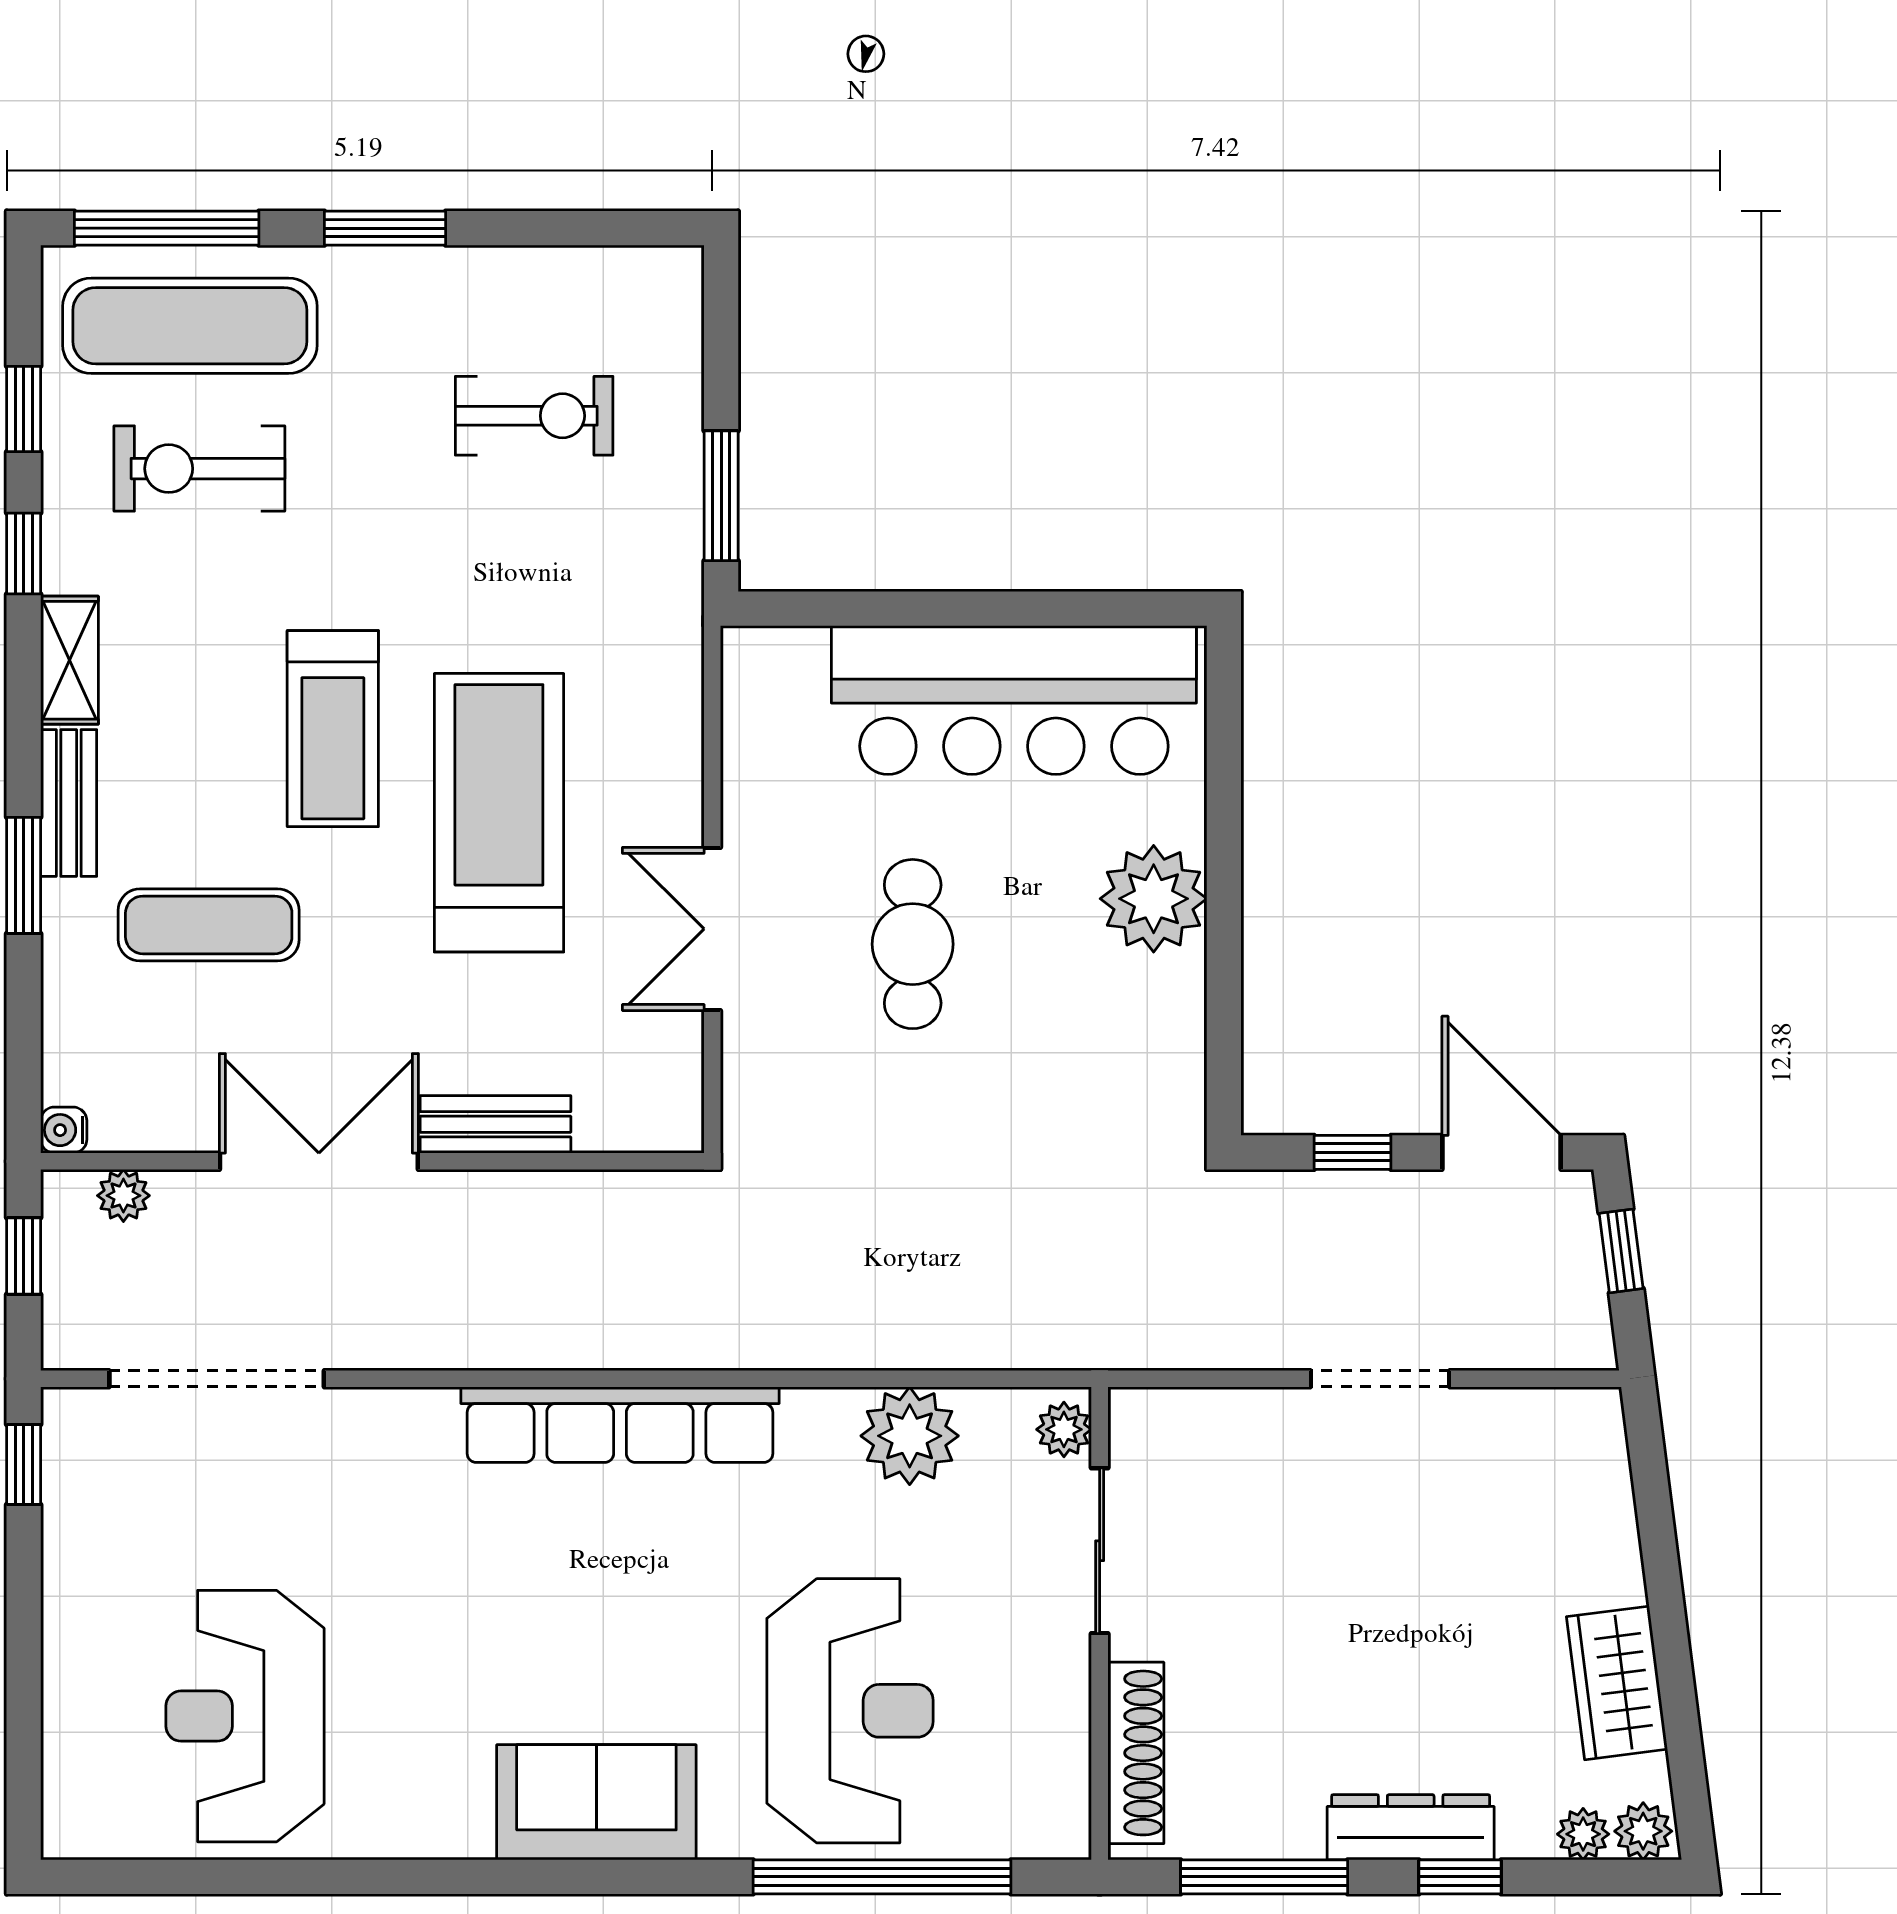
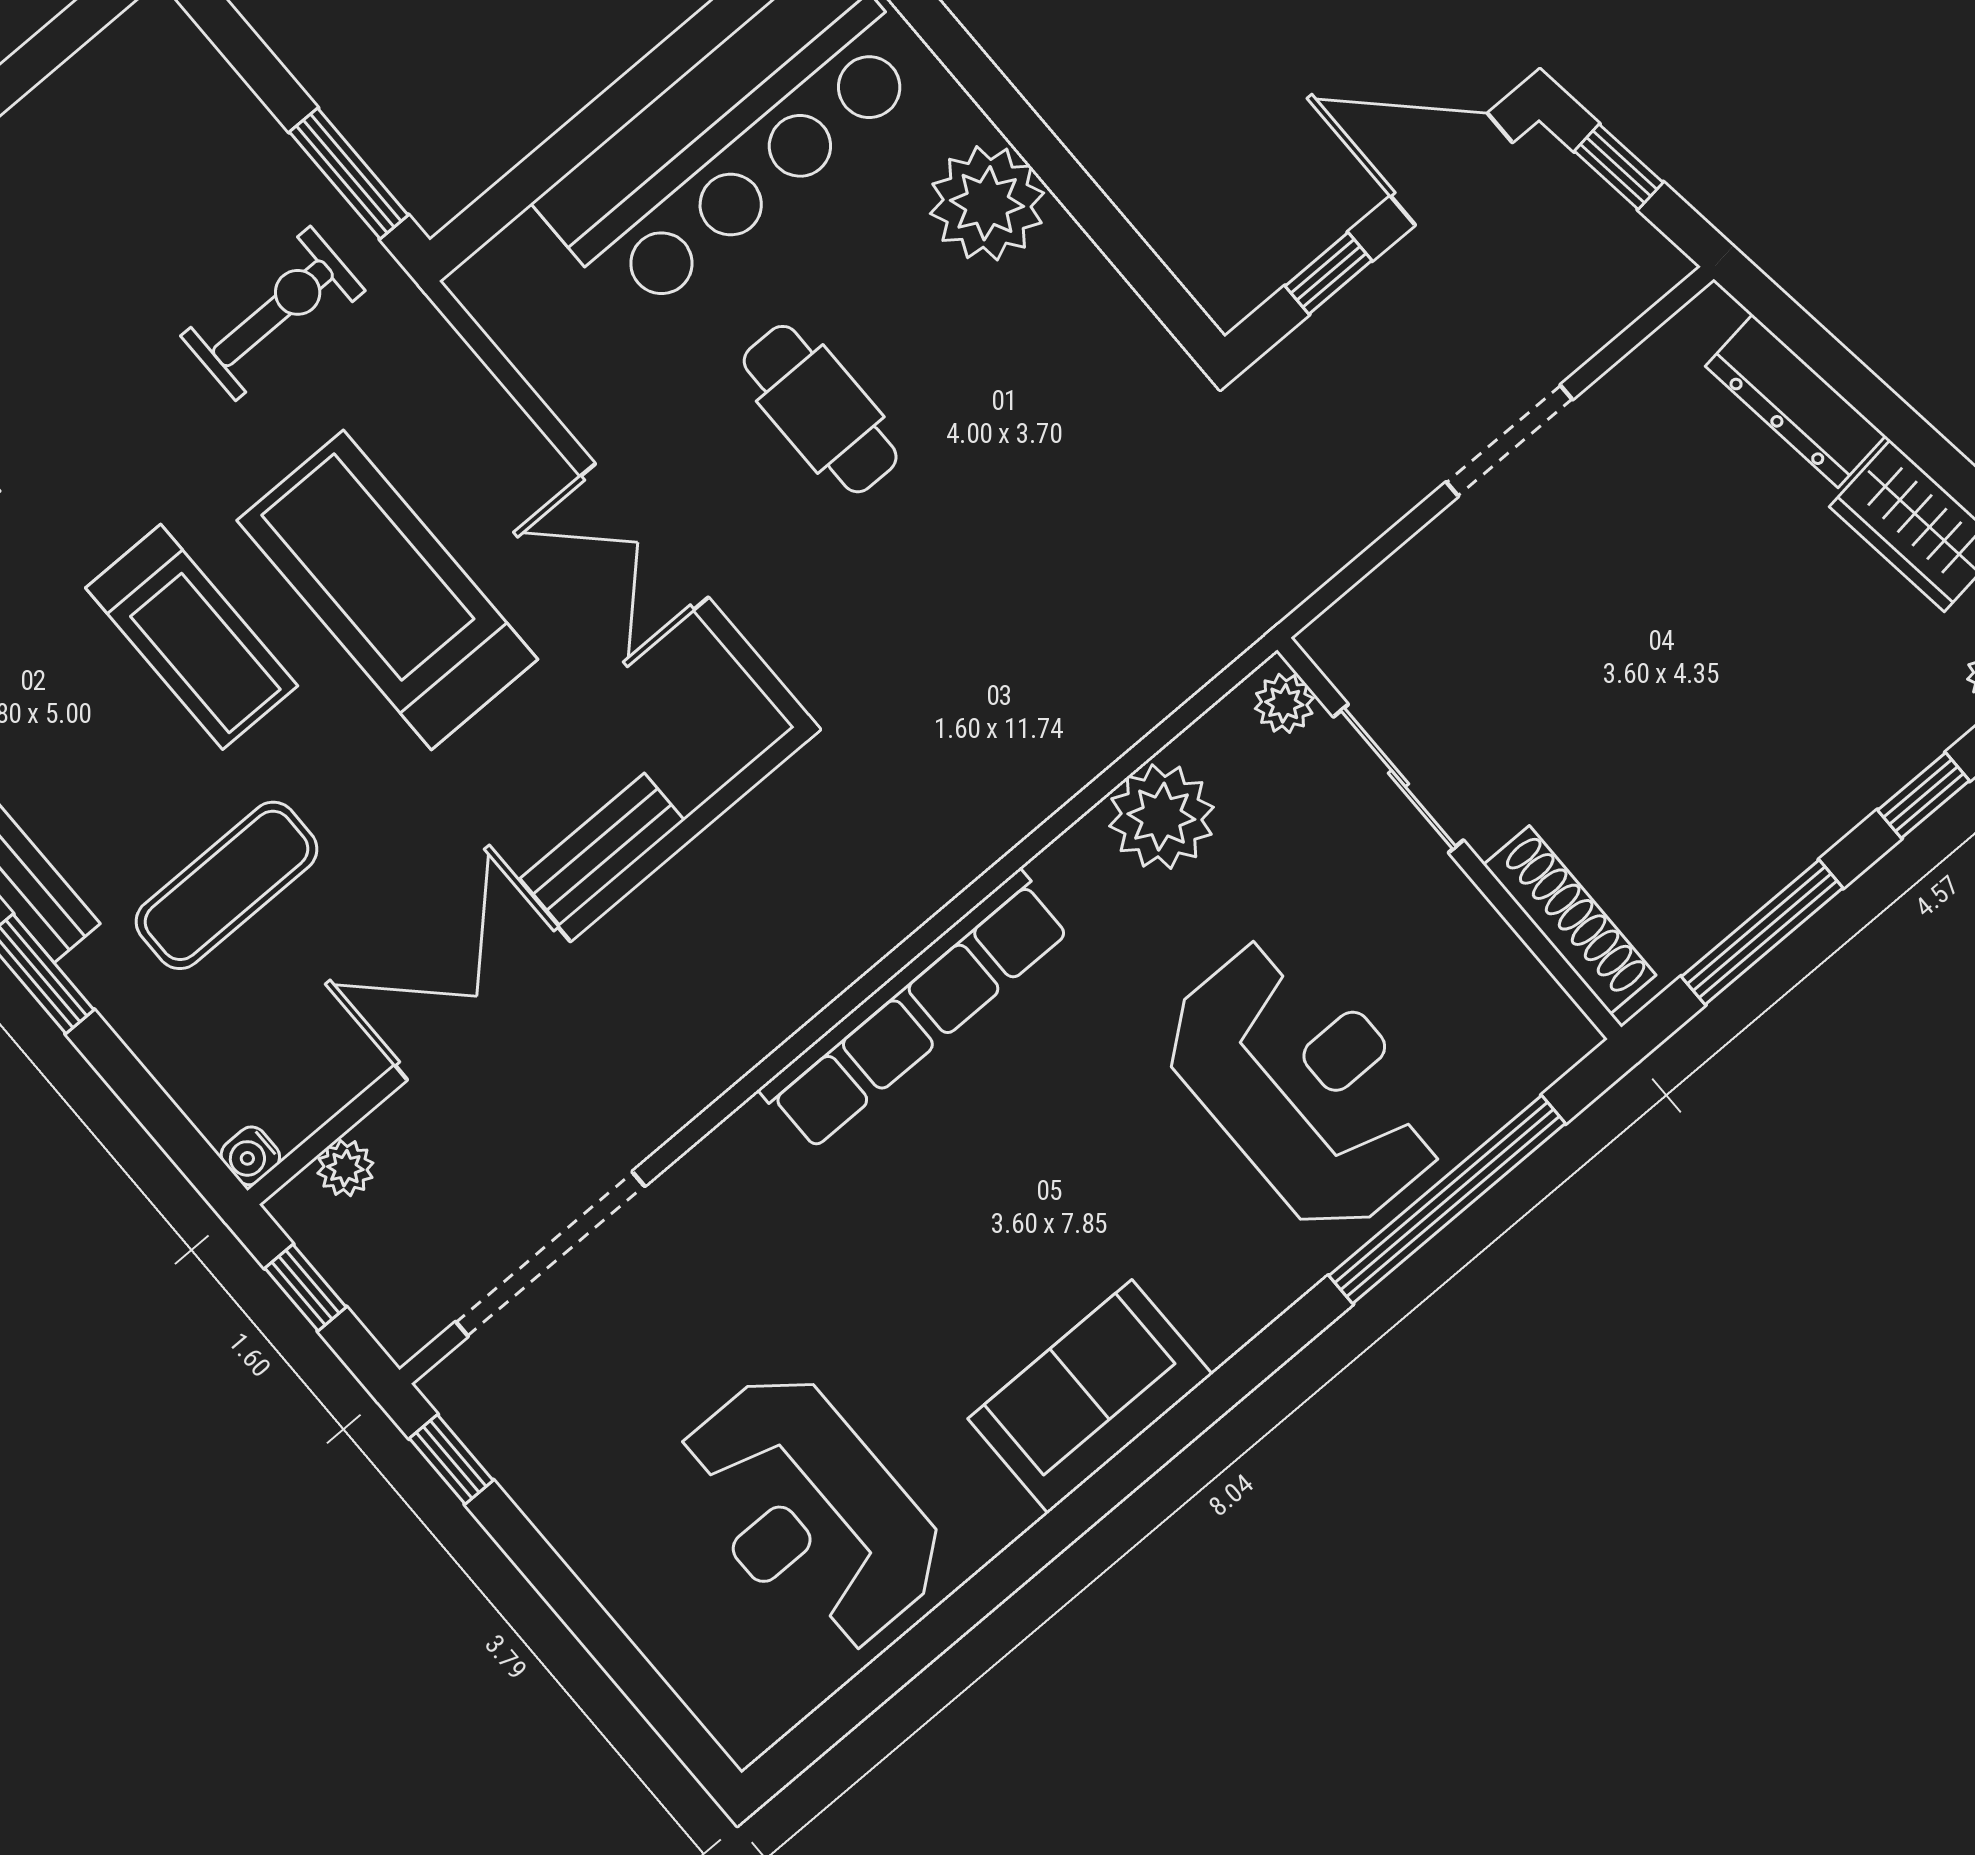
exercise bike: (534, 416) -> (273, 313), moved
sofa: (596, 1802) -> (1090, 1396), moved
dresser: (1411, 1827) -> (1795, 401), moved, turned -97

